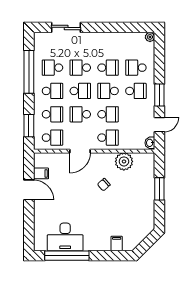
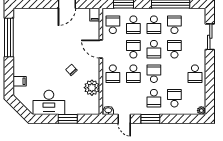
school desk: (108, 68) -> (195, 74), moved
school desk: (52, 138) -> (113, 25), turned 180
filing cabinet: (41, 173) -> (95, 15), moved
desk: (65, 237) -> (49, 102), moved, turned -90

